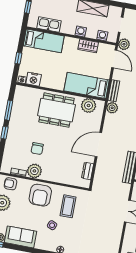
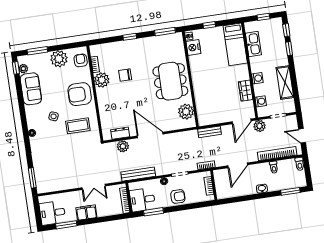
bed: (87, 85) -> (205, 103), removed
plant: (112, 108) -> (123, 146), moved
window: (9, 110) -> (165, 32), moved

